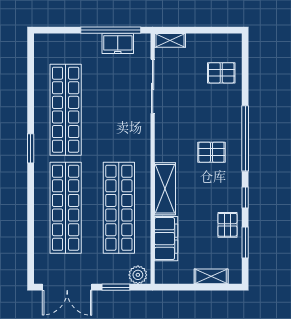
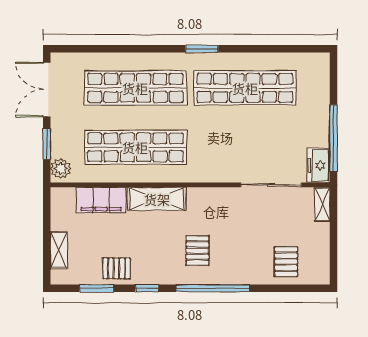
freezer: (118, 44) -> (319, 165), moved

